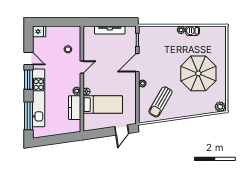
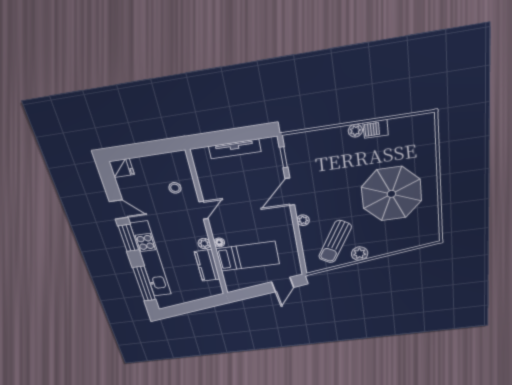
plant: (220, 107) -> (360, 254), moved

